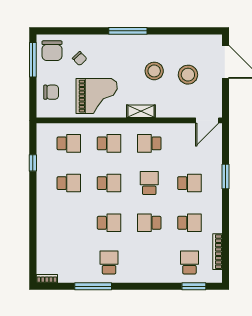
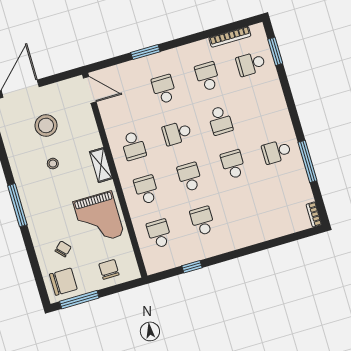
stool: (154, 71) -> (53, 164), width x0.53, depth x0.53
grand piano: (97, 96) -> (99, 218), turned 180

